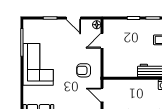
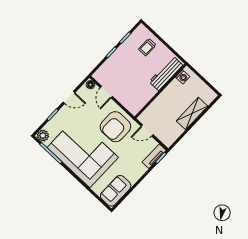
plant: (29, 25) -> (43, 136), added
corner sofa: (38, 64) -> (83, 153), width x1.36, depth x1.36
armchair: (84, 70) -> (115, 127), width x1.88, depth x1.88

